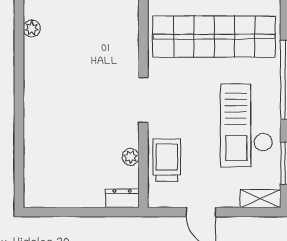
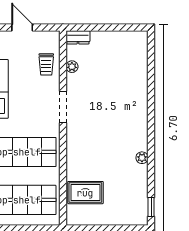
trolley: (167, 160) -> (46, 64), width x0.73, depth x0.72

